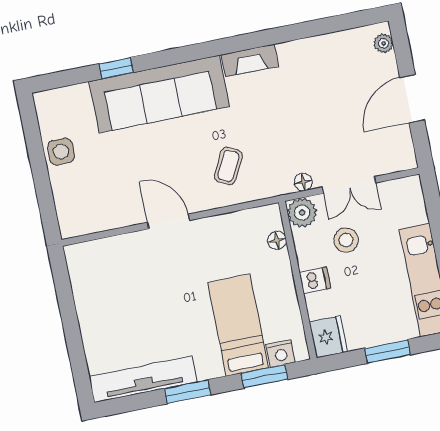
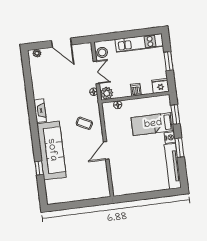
side table: (61, 152) -> (73, 194), removed
stool: (346, 240) -> (102, 52), moved
nightstand: (281, 353) -> (170, 137), moved

